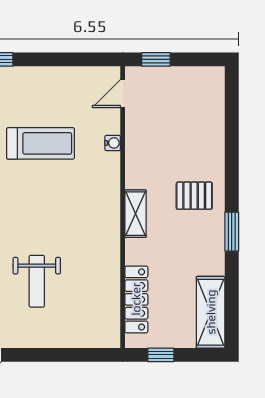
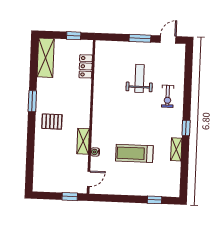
shelving: (136, 214) -> (83, 141), moved
locker: (136, 299) -> (86, 66), width x0.66
window: (39, 355) -> (140, 38), added

